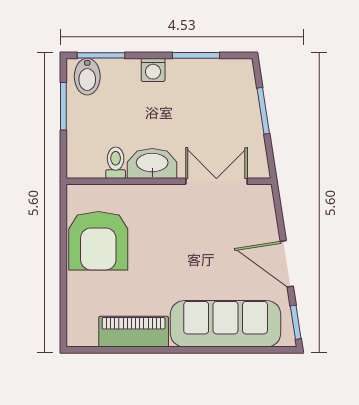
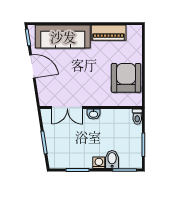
bidet: (87, 77) -> (112, 159), moved
toilet: (116, 163) -> (137, 117), moved
washbasin: (152, 163) -> (93, 114), width x0.52, depth x0.69

